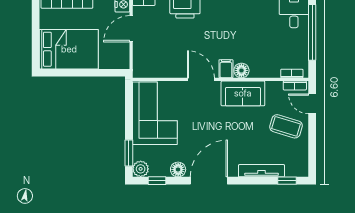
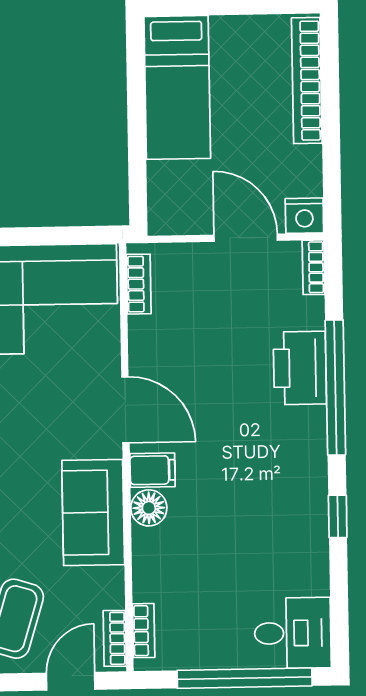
bed: (69, 49) -> (177, 87), width x0.67
bookcase: (149, 73) -> (139, 284), added
door: (201, 79) -> (125, 410), hinge flipped

